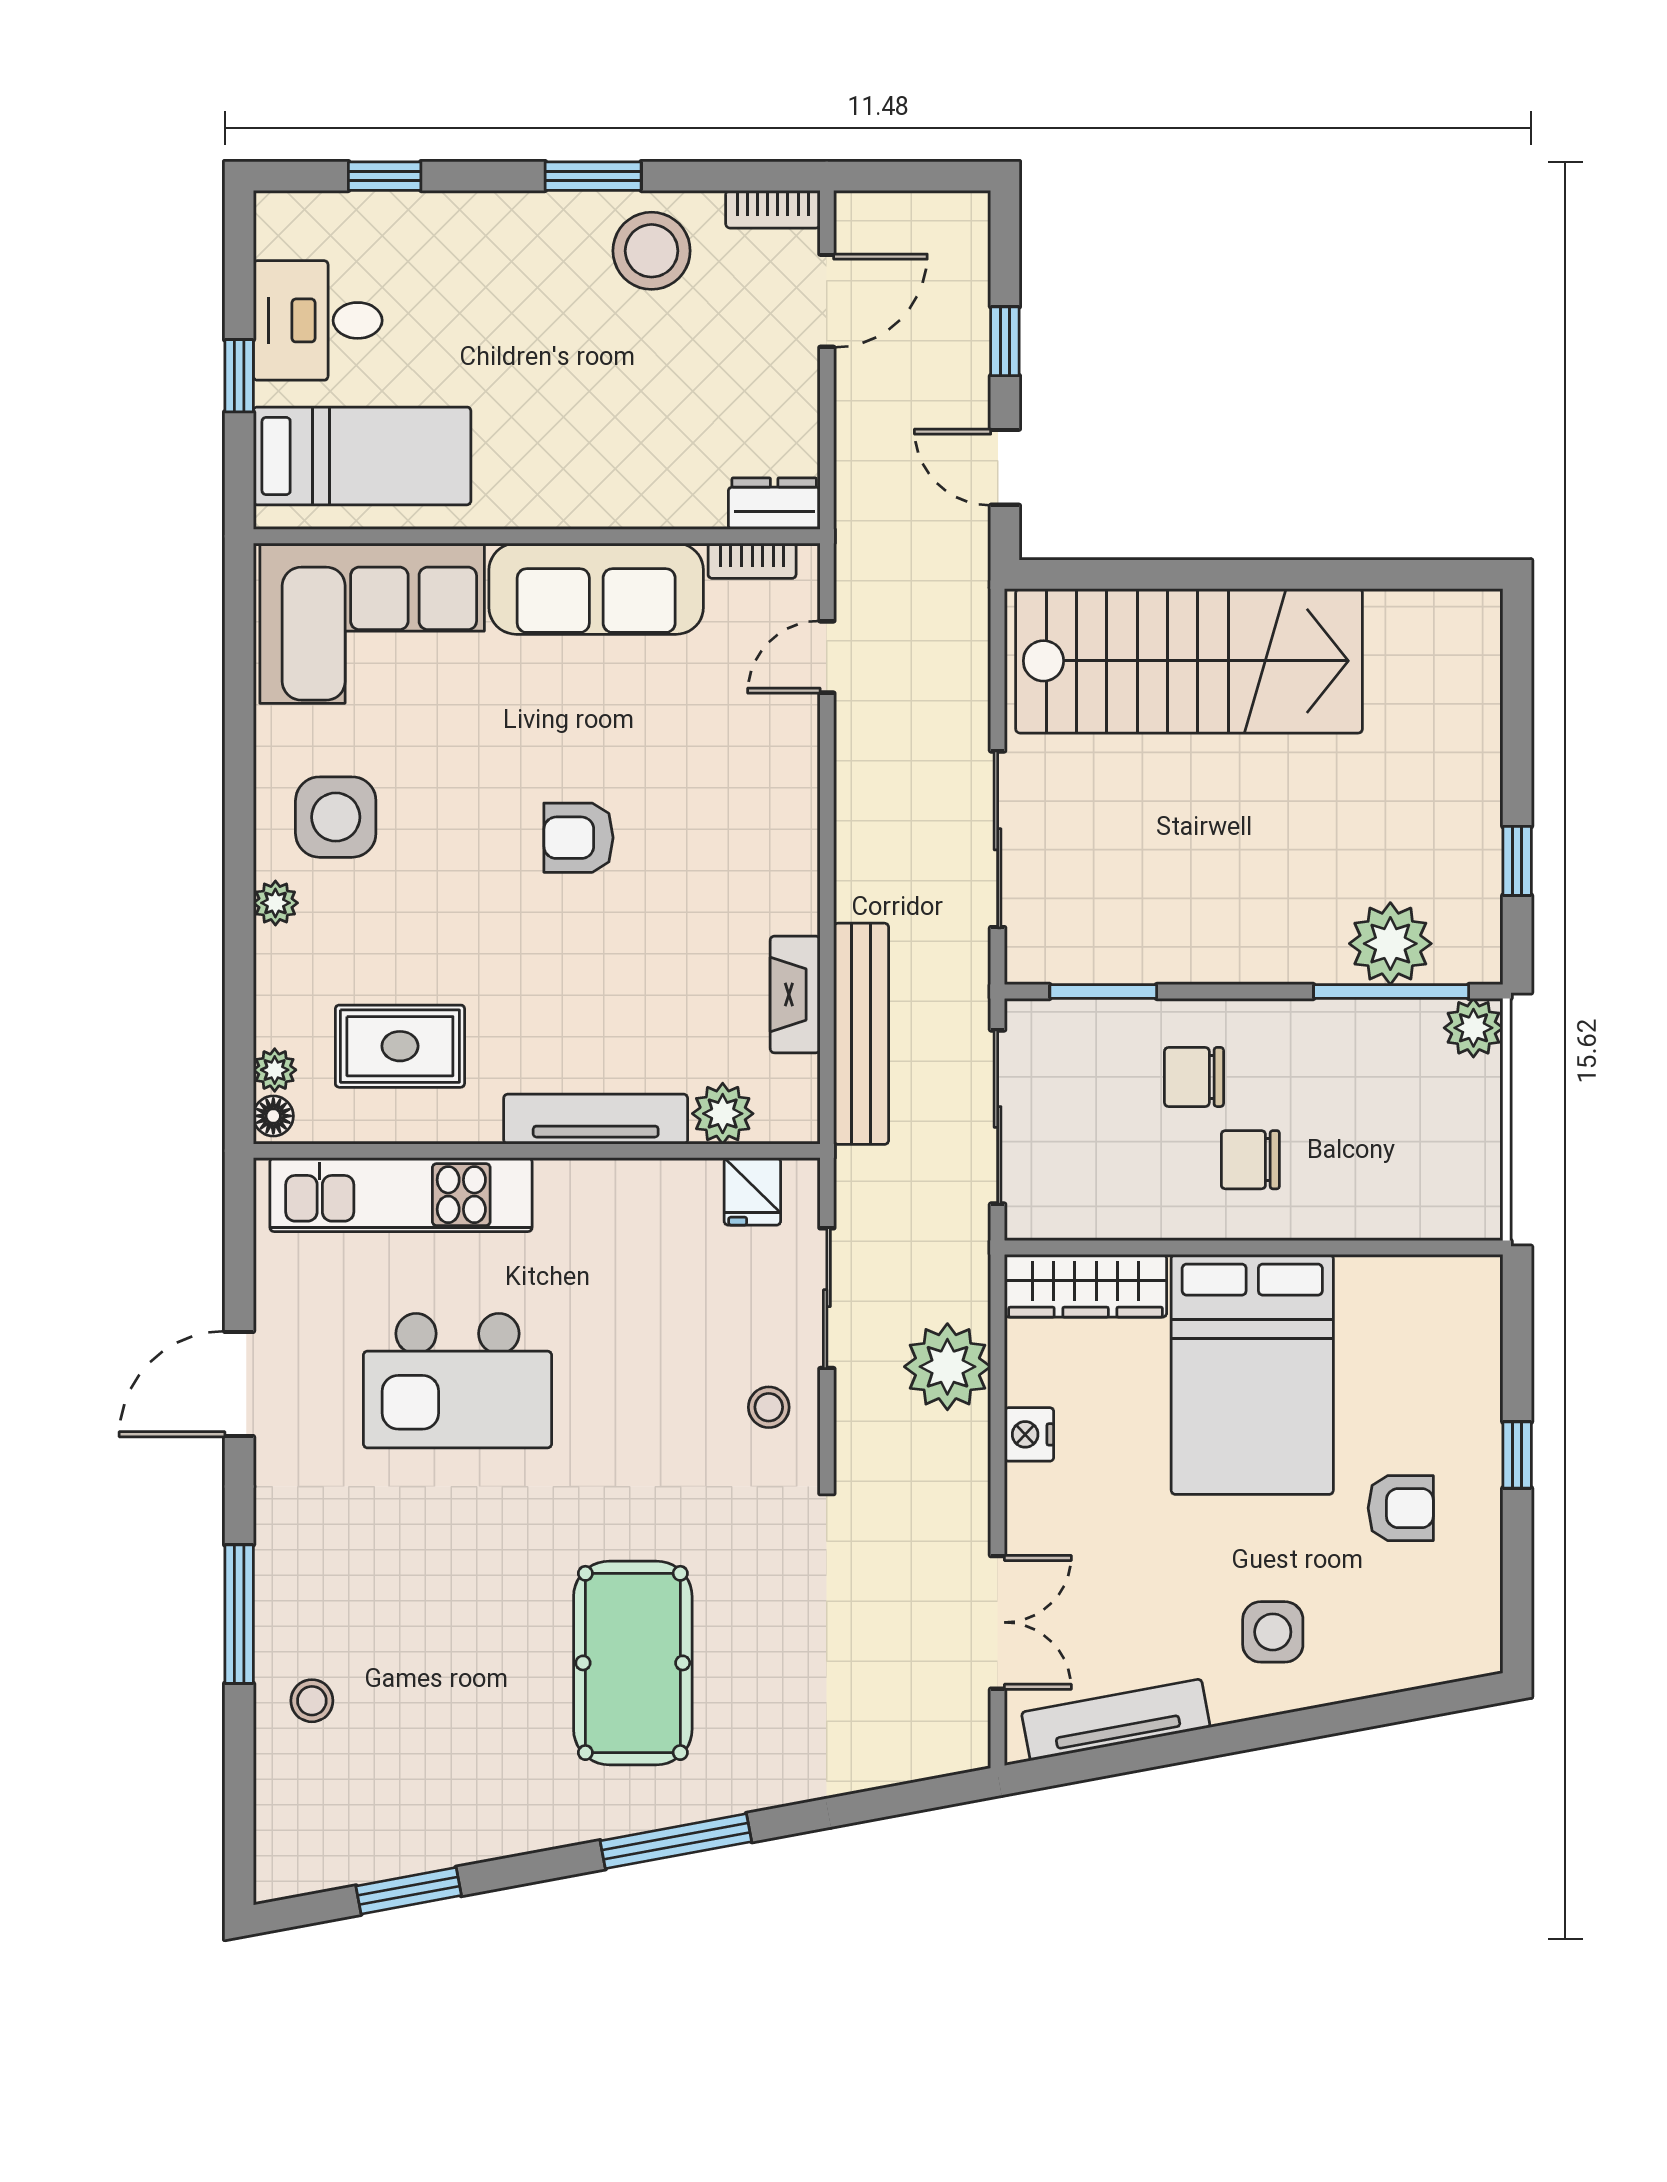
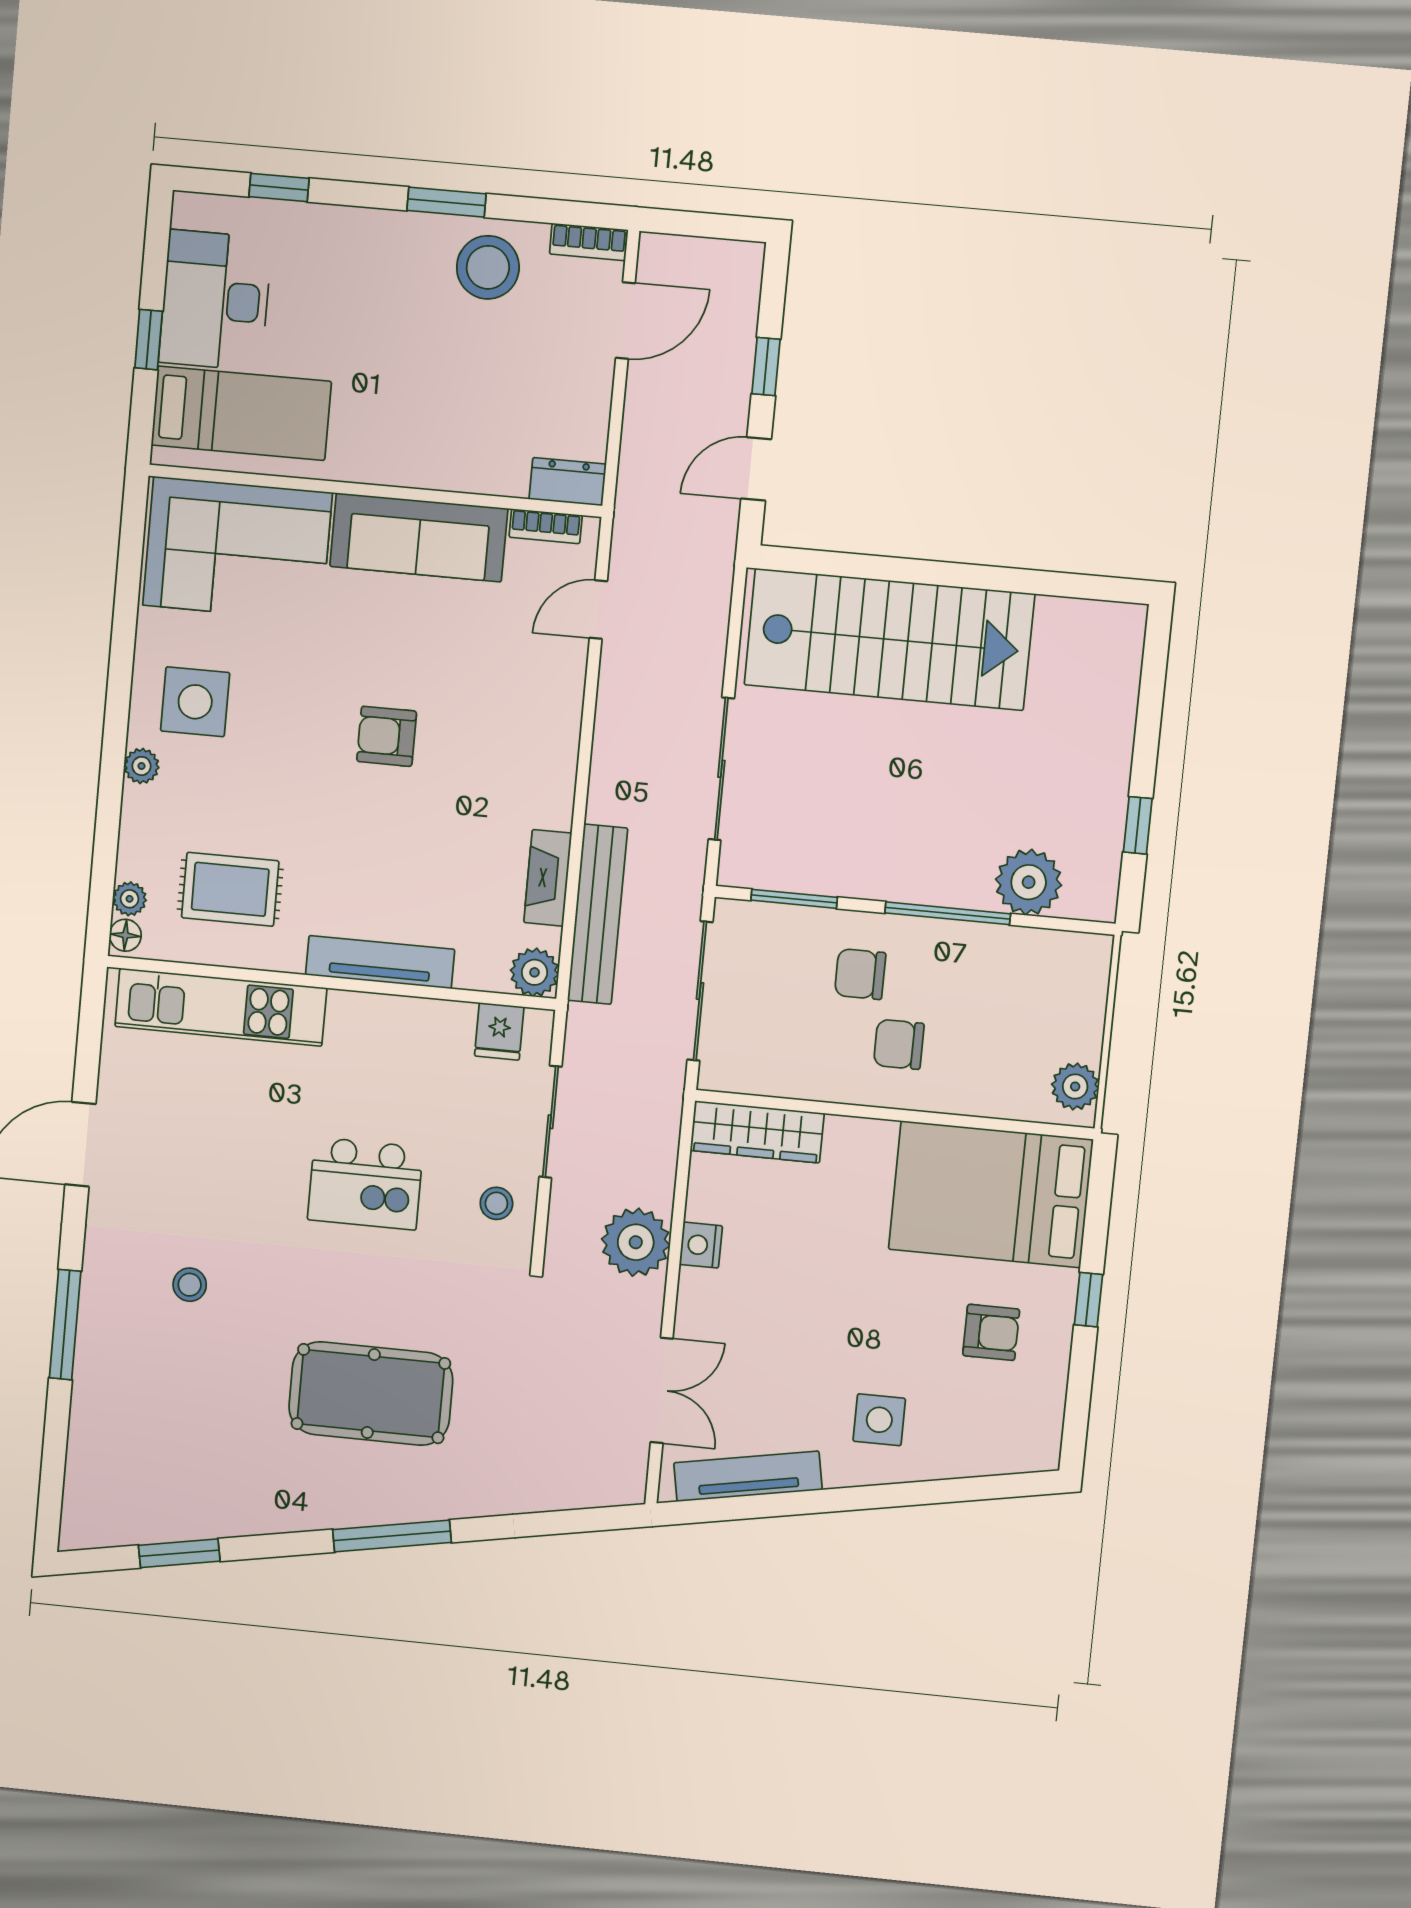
desk: (318, 320) -> (215, 300), width x1.37
door: (1005, 467) -> (756, 469), hinge flipped
window: (1391, 992) -> (948, 913), moved
plant: (1473, 1028) -> (1075, 1087), moved
plant: (723, 1114) -> (535, 972), moved
plant: (947, 1367) -> (636, 1242), moved
bed: (1252, 1374) -> (991, 1194), moved, turned 90
kitchen island: (457, 1381) -> (365, 1183), moved, width x0.73, depth x0.78
pool table: (633, 1663) -> (371, 1394), turned 90
stool: (312, 1701) -> (190, 1285), moved

